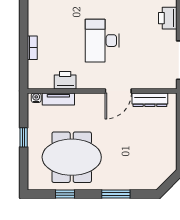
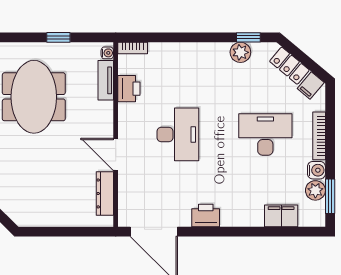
desk: (102, 41) -> (178, 134), turned 90
bookcase: (32, 48) -> (133, 48), moved

